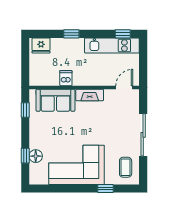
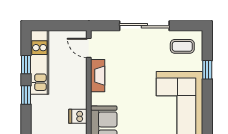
window: (71, 34) -> (26, 95), moved
window: (123, 34) -> (26, 65), moved
fireplace: (90, 95) -> (98, 76), moved

